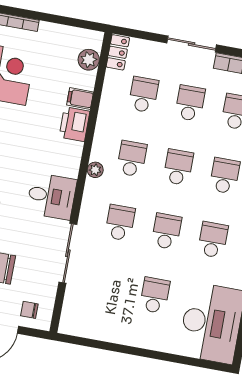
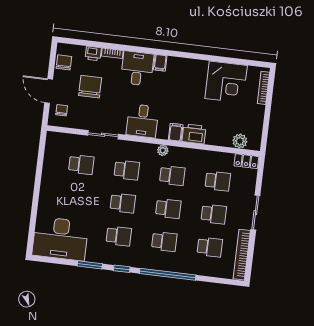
filing cabinet: (80, 98) -> (176, 132), moved
sliding door: (68, 253) -> (103, 135), width x0.73
school desk: (155, 295) -> (81, 165), moved

